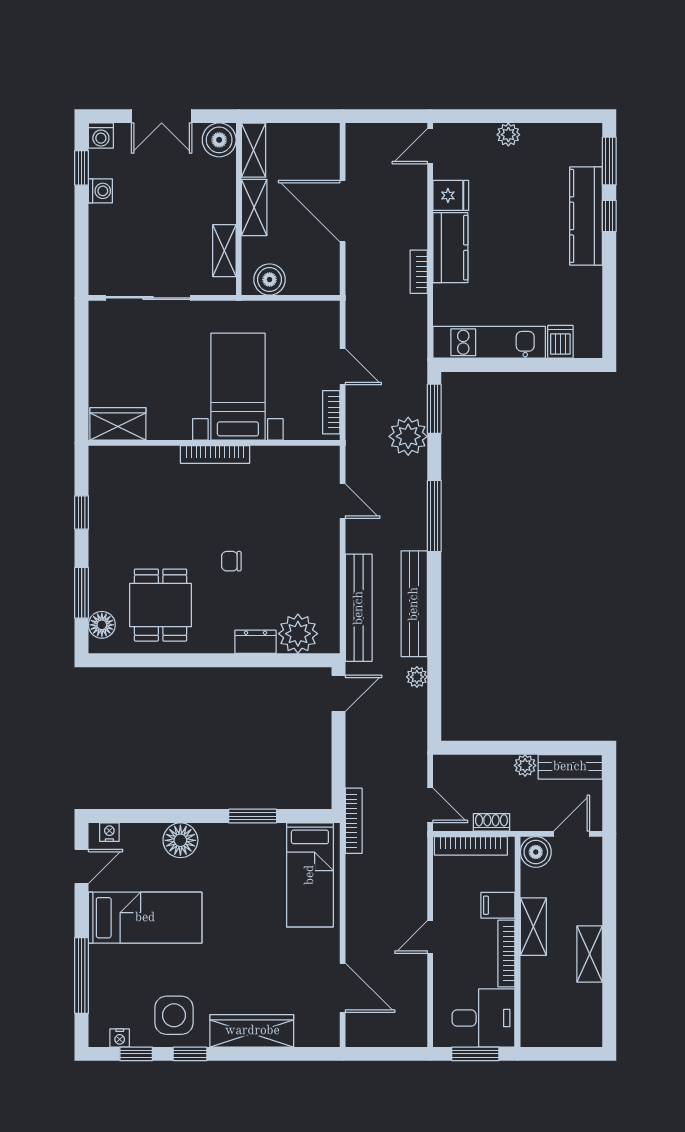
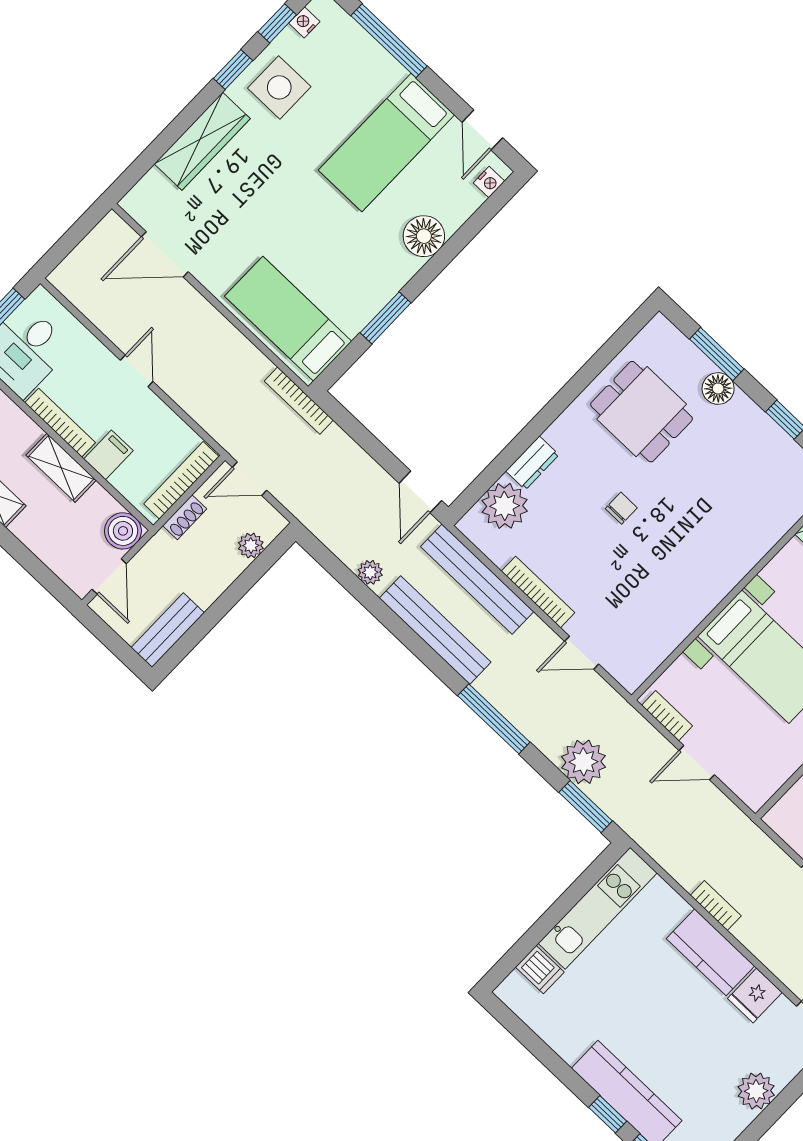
plant: (508, 135) -> (756, 1091), width x1.38, depth x1.38
bookcase: (215, 454) -> (538, 592), moved, turned 90
floor lamp: (102, 625) -> (718, 389), moved
plant: (525, 765) -> (251, 546), moved

